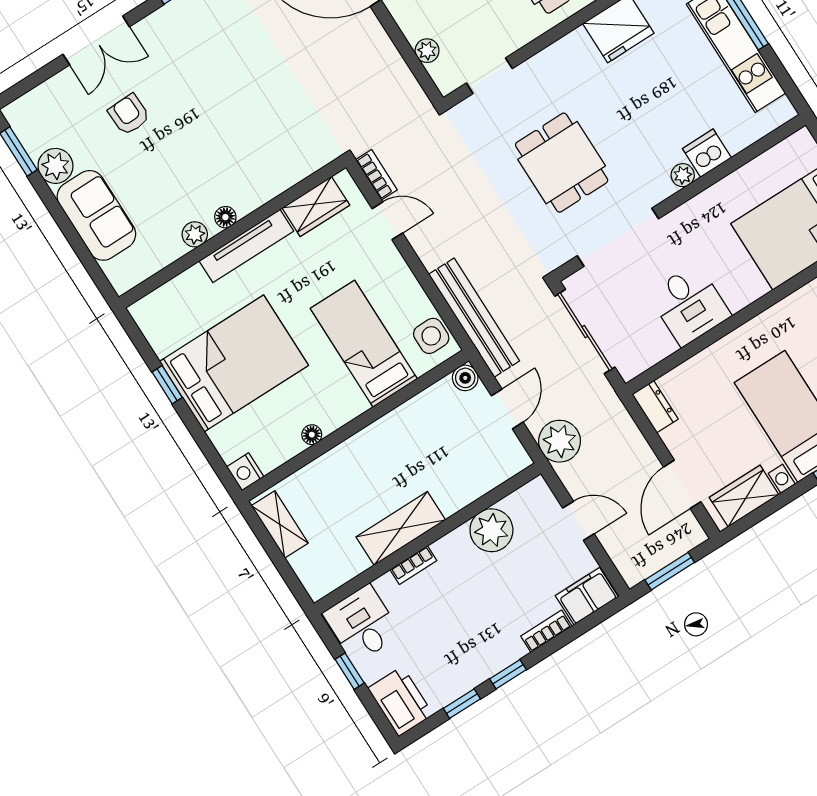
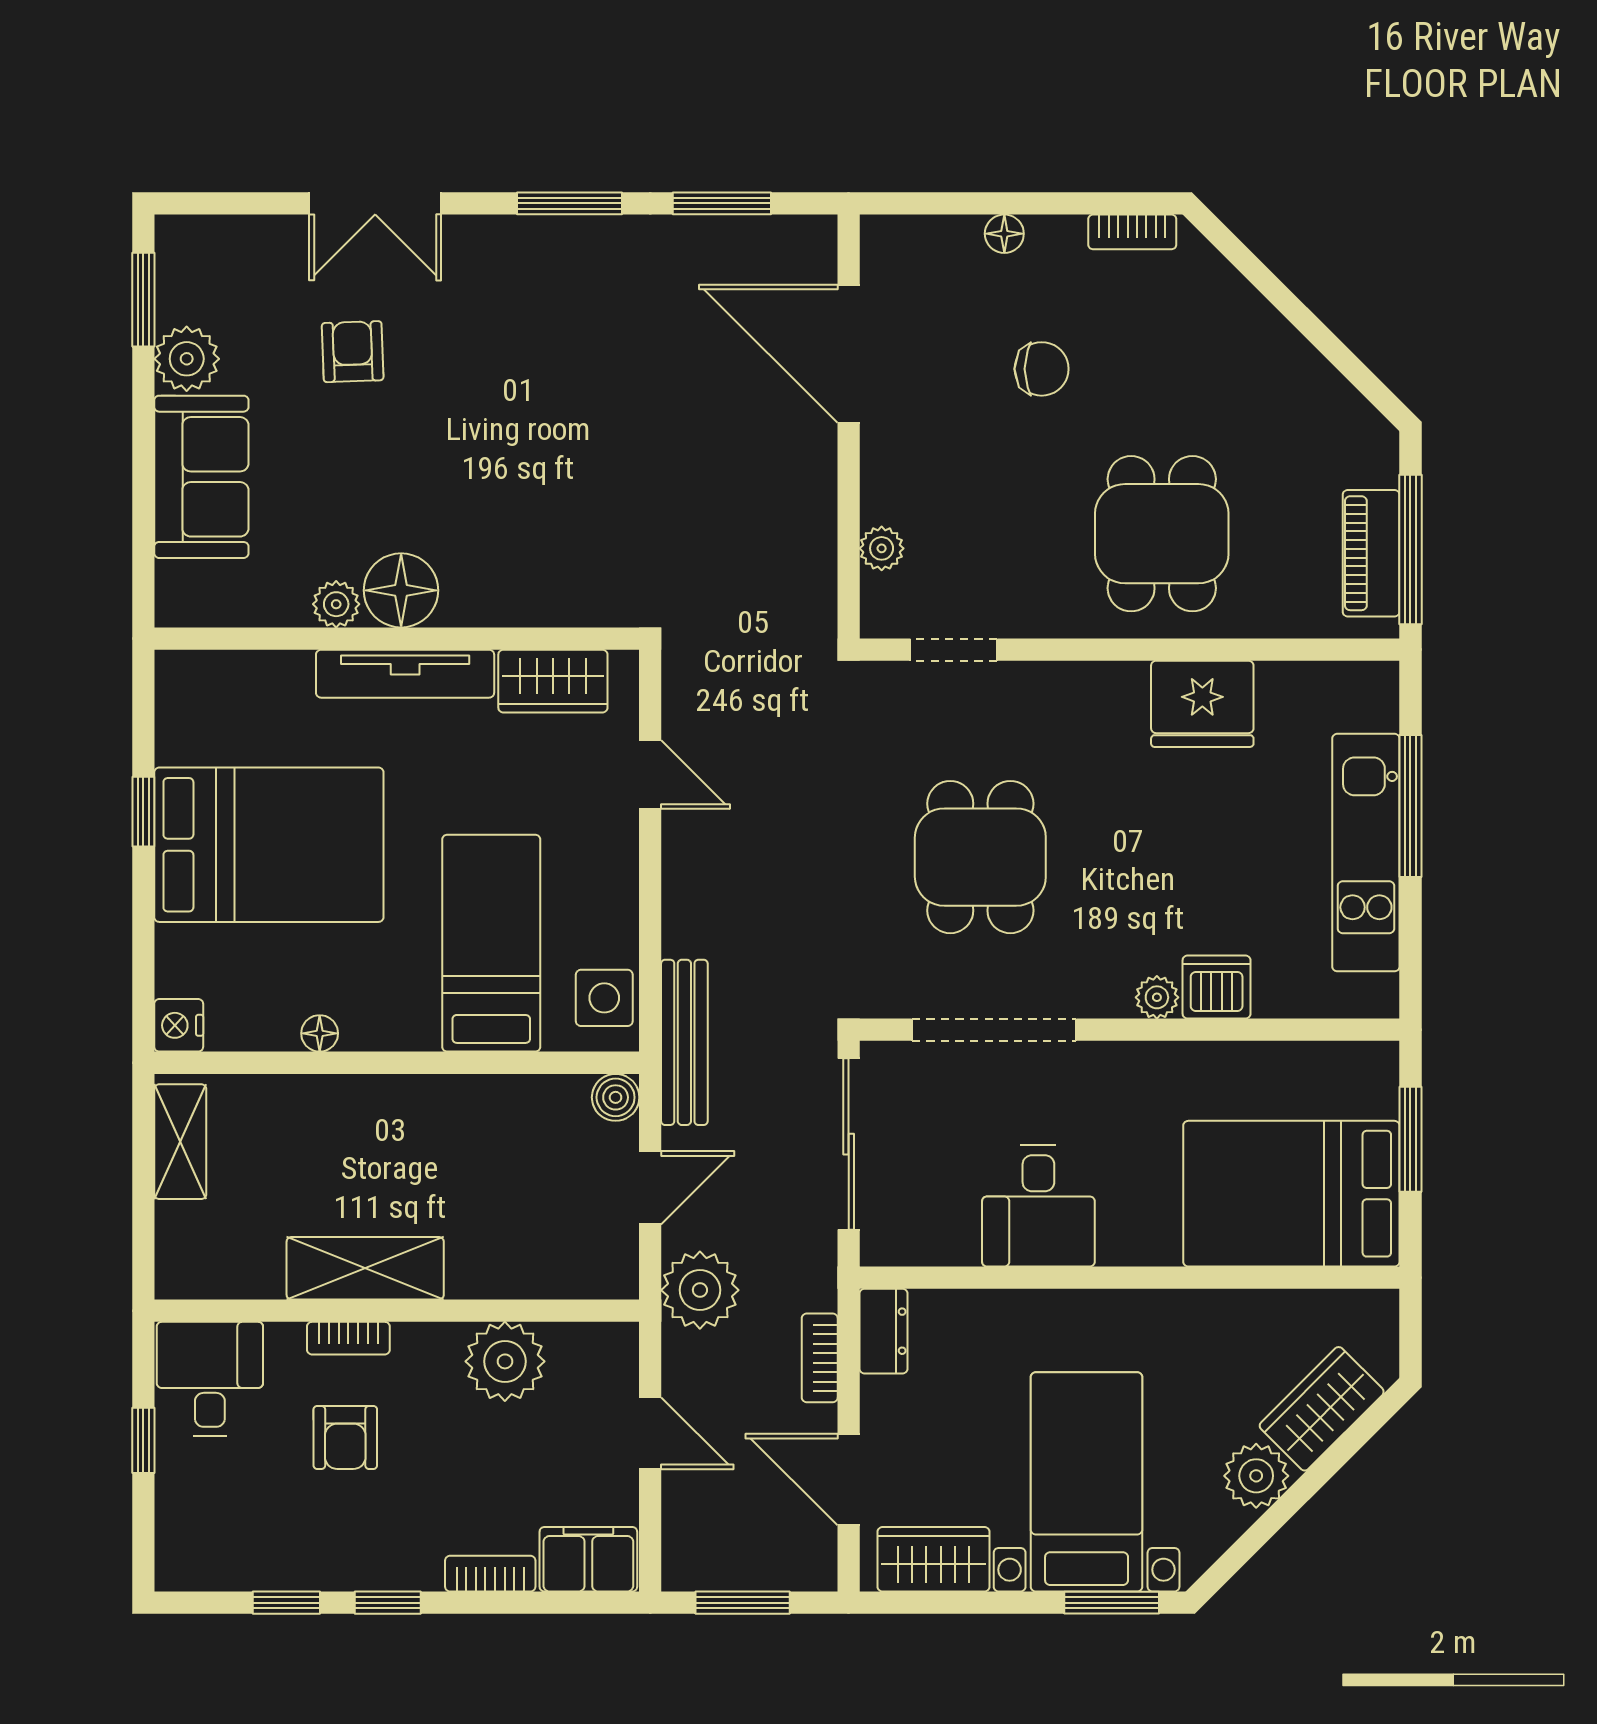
bookcase: (376, 175) -> (820, 1358), moved, turned 180
floor lamp: (225, 217) -> (401, 590), width x1.89, depth x1.89
bench: (474, 318) -> (684, 1042), width x0.73, depth x0.82
door: (682, 484) -> (849, 1479), hinge flipped
armchair: (441, 611) -> (345, 1437), added
printer: (401, 701) -> (193, 1538), removed

